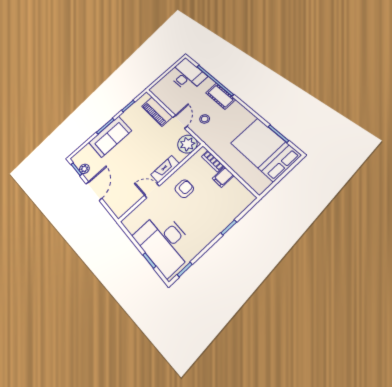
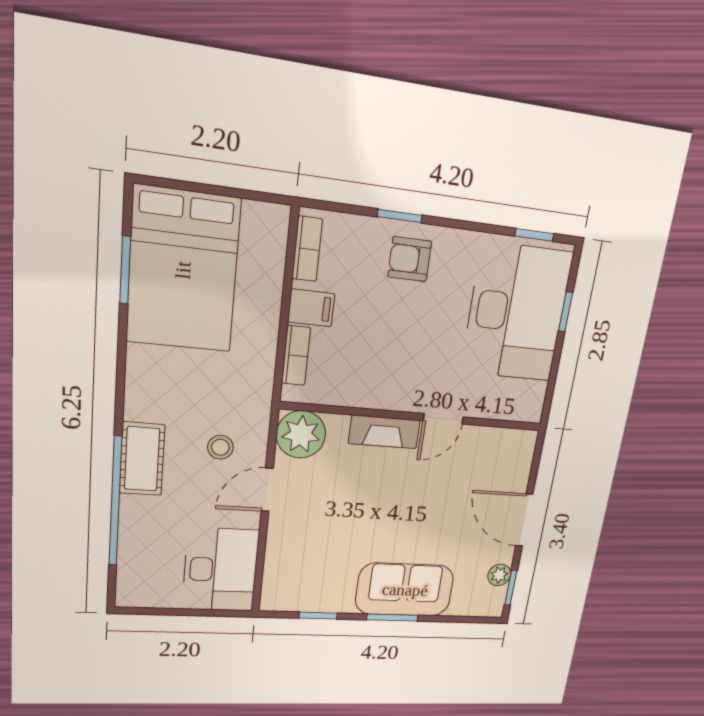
desk: (187, 75) -> (221, 570), moved, turned 180
piano: (157, 112) -> (283, 552), removed
armchair: (184, 189) -> (410, 259), moved
bookcase: (242, 190) -> (307, 249), added
door: (94, 191) -> (524, 520), hinge flipped
door: (152, 191) -> (443, 419), hinge flipped

